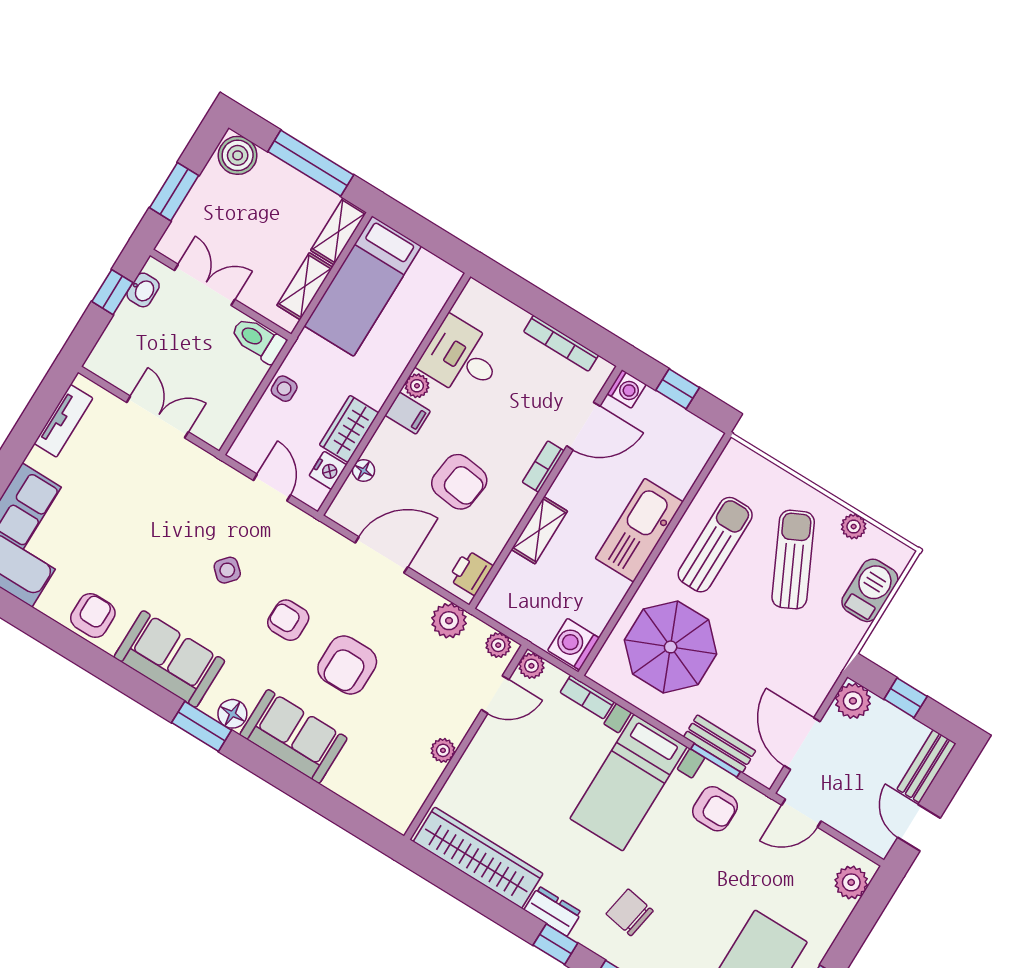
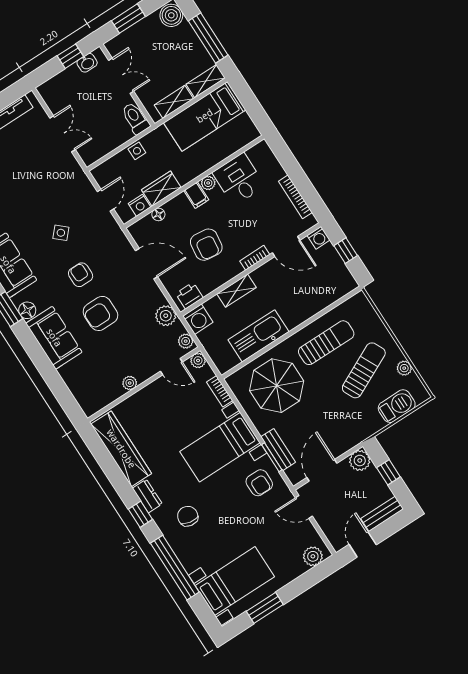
kitchen sink: (639, 530) -> (259, 336), moved
washing machine: (574, 644) -> (198, 319), moved, turned 180

